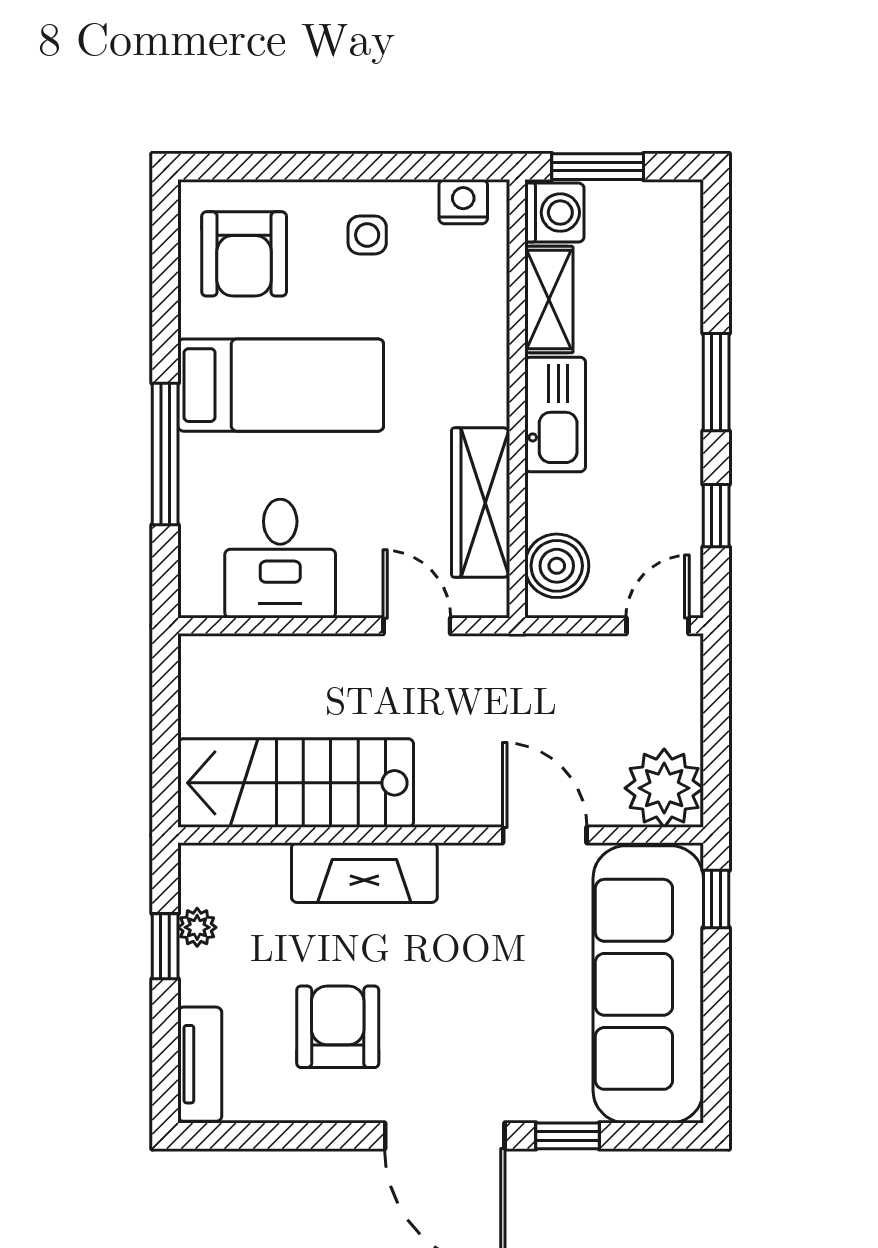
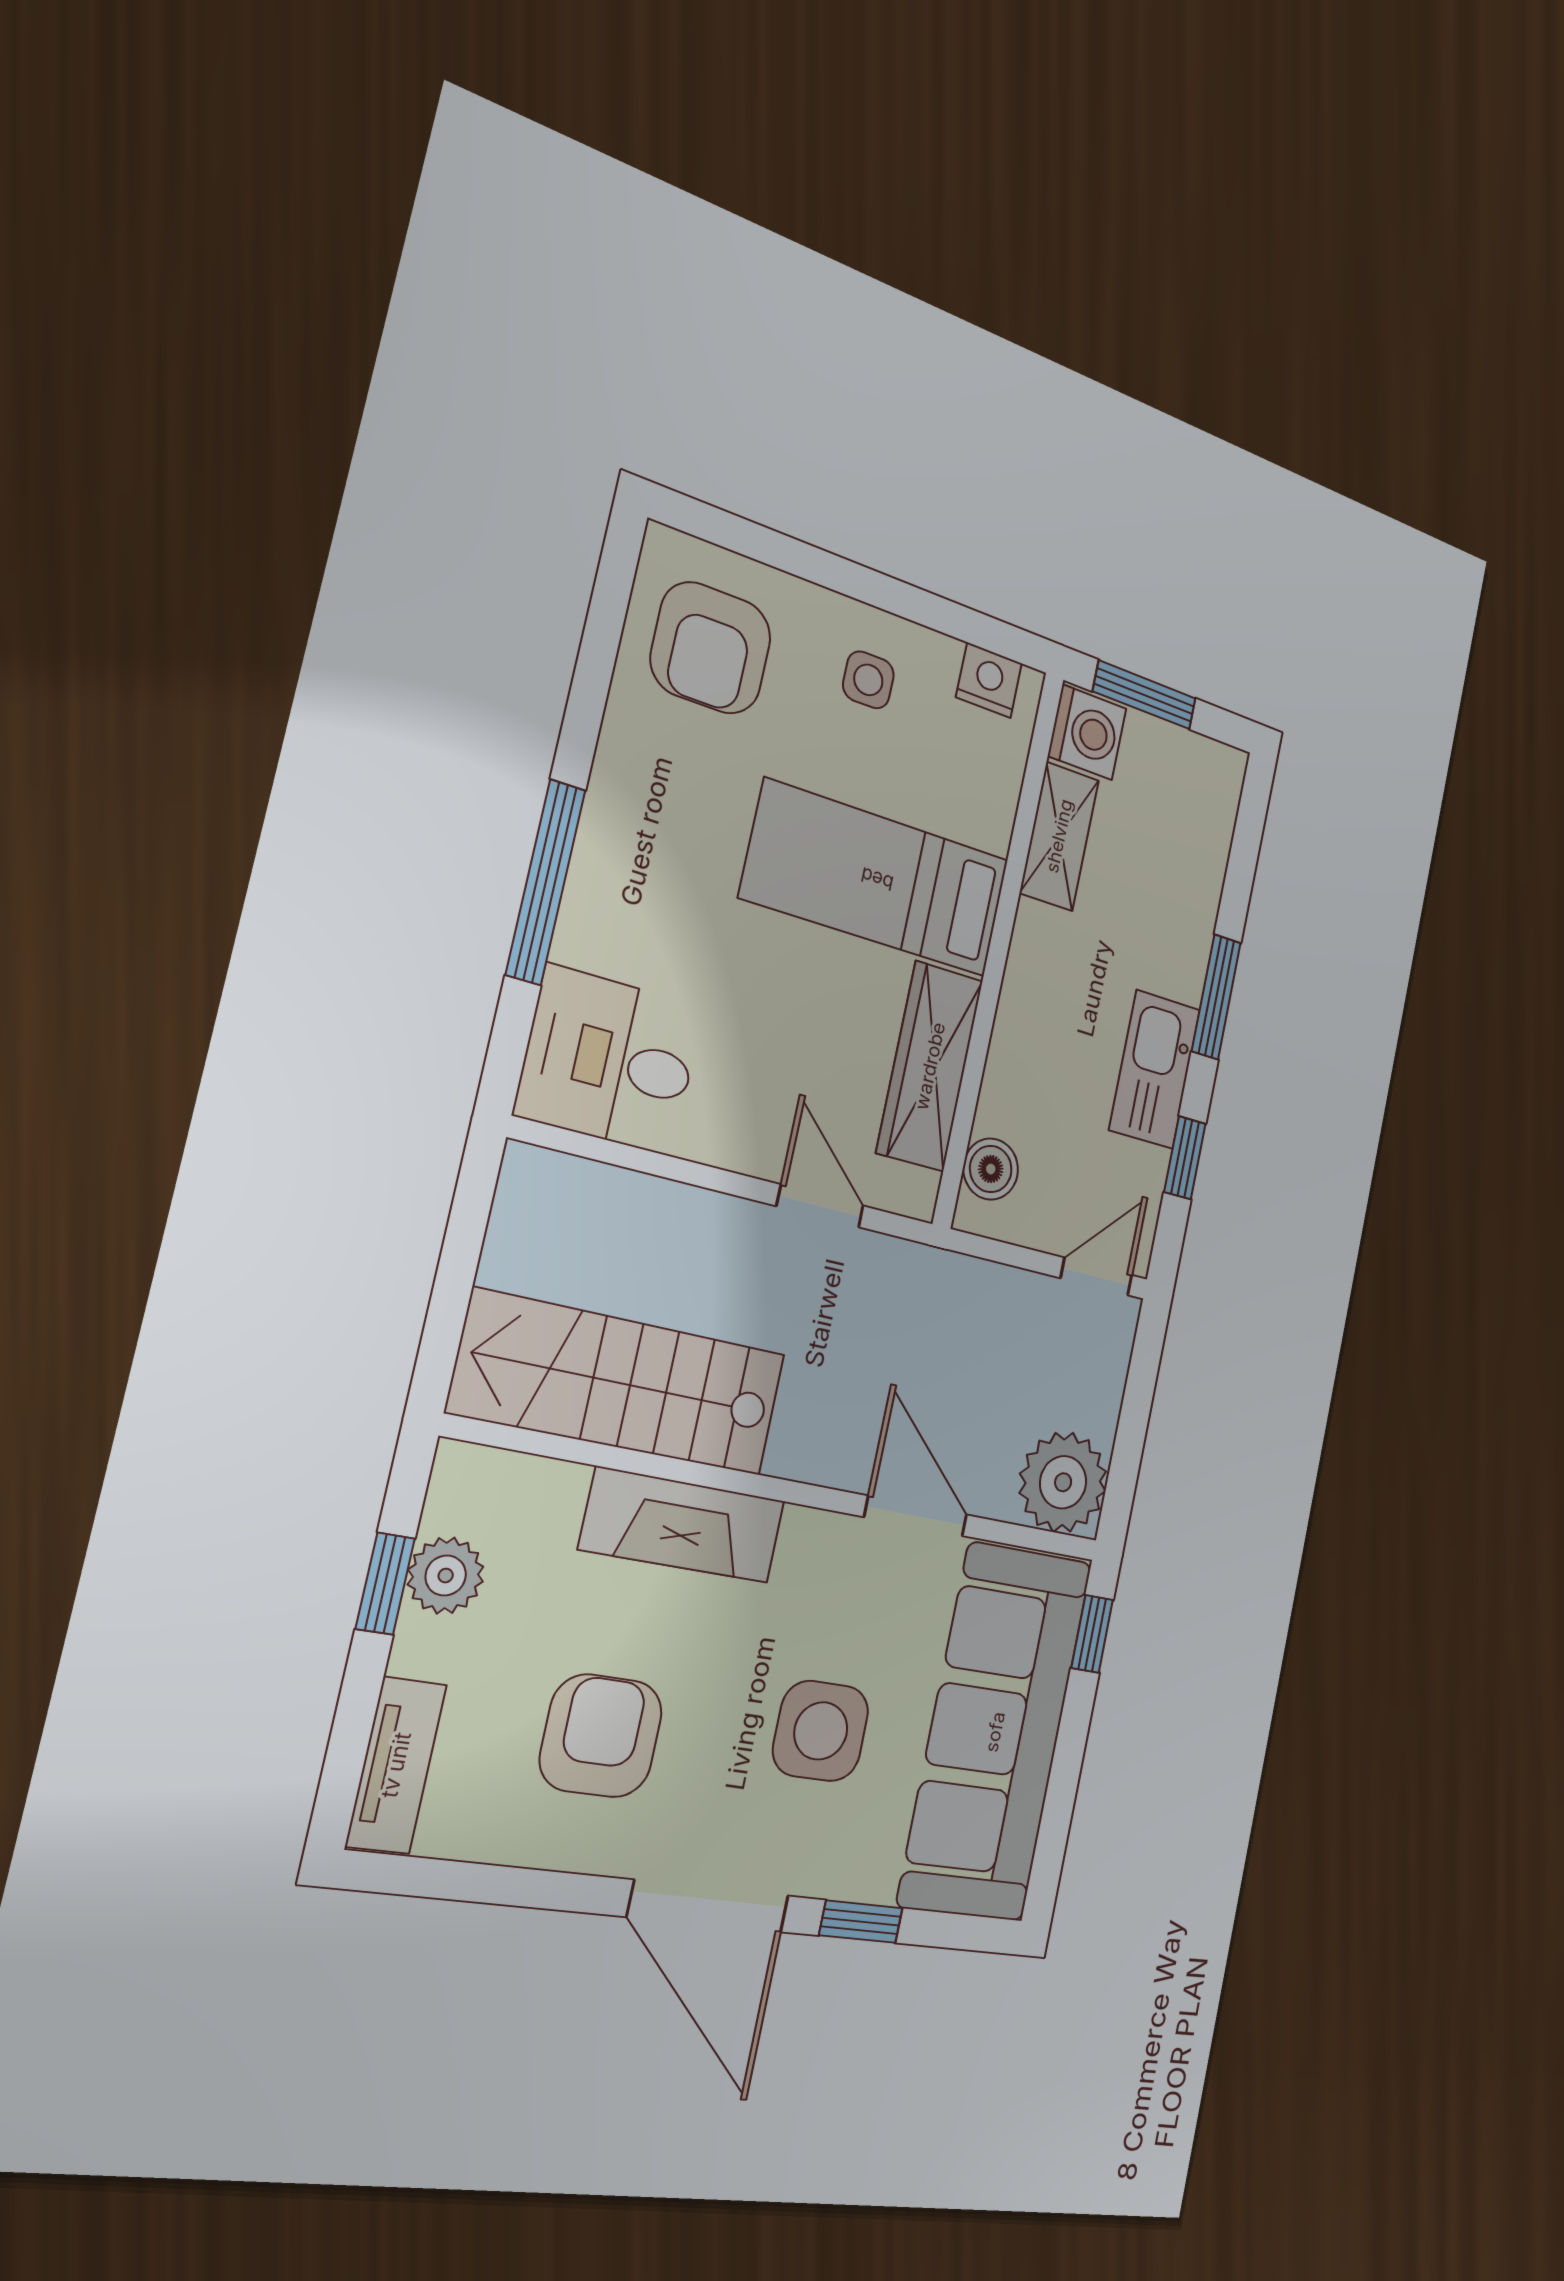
bed: (281, 385) -> (877, 879), moved, turned 180
kitchen sink: (555, 414) -> (1155, 1070), moved, turned 180
desk: (280, 559) -> (610, 1060), moved, turned 90
boiler: (557, 566) -> (991, 1169), width x0.73, depth x0.73
plant: (197, 927) -> (446, 1576), width x1.38, depth x1.38
side table: (504, 1002) -> (821, 1731), added

